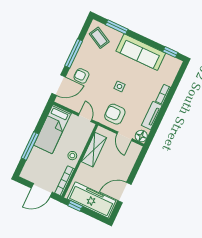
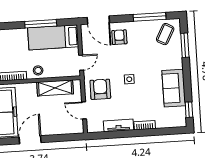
sofa: (141, 52) -> (174, 88), width x0.73
window: (74, 53) -> (150, 17), moved
door: (125, 136) -> (84, 110), hinge flipped
floor lamp: (141, 136) -> (93, 126), removed
window: (30, 146) -> (41, 24), moved
door: (124, 193) -> (30, 140), hinge flipped

